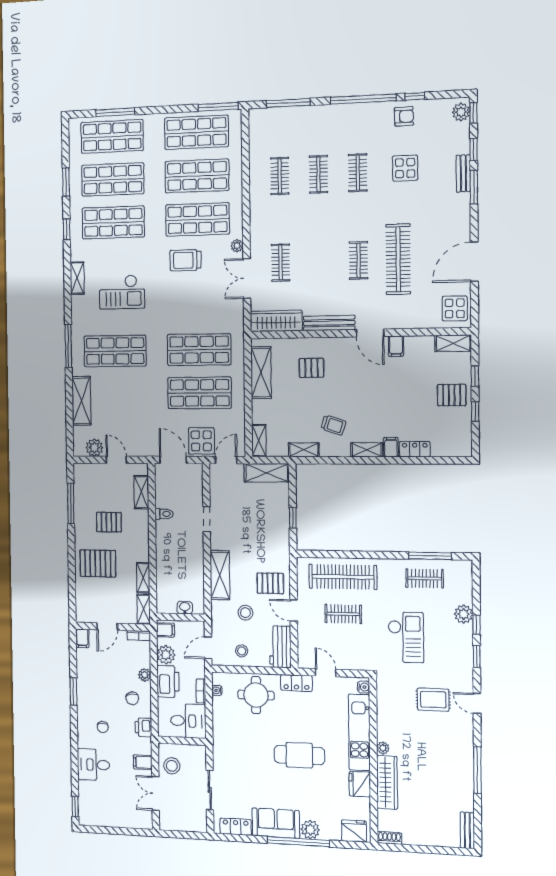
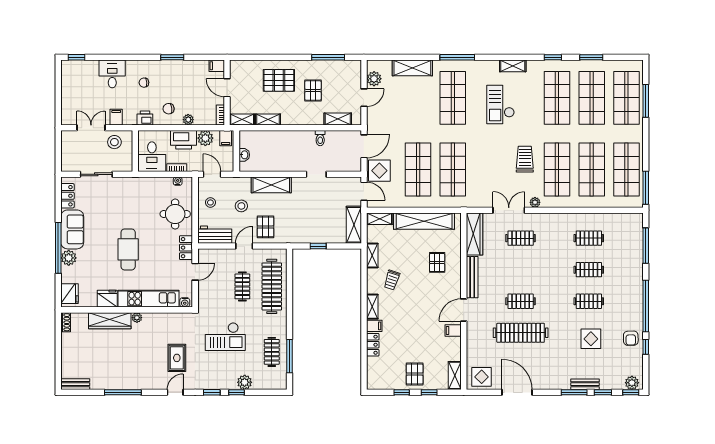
shelving: (261, 373) -> (424, 221), width x1.47
pallet: (98, 563) -> (279, 80), turned 90

